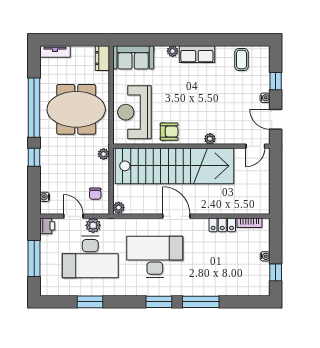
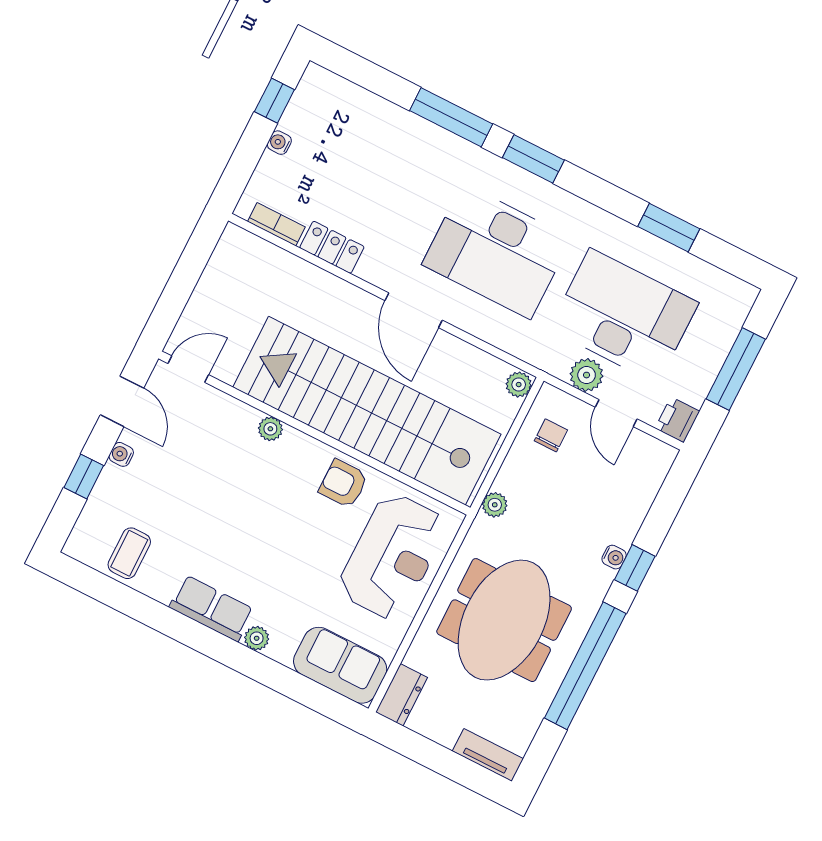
meeting table: (76, 109) -> (504, 620), turned 90
water cooler: (45, 197) -> (614, 557), moved

